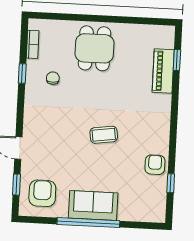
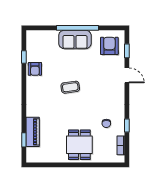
armchair: (42, 193) -> (109, 46), turned 180

